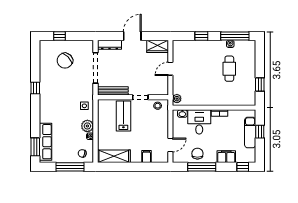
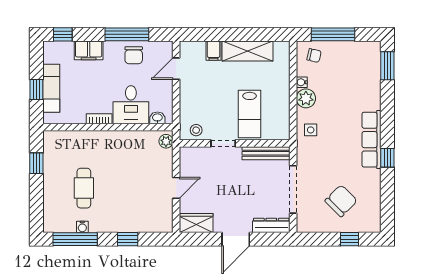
row of seats: (45, 142) -> (372, 140), moved
shelving: (114, 156) -> (247, 51), moved

